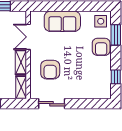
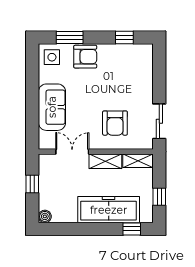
double door: (28, 37) -> (72, 152), swing flipped
armchair: (50, 70) -> (115, 123), turned 90

